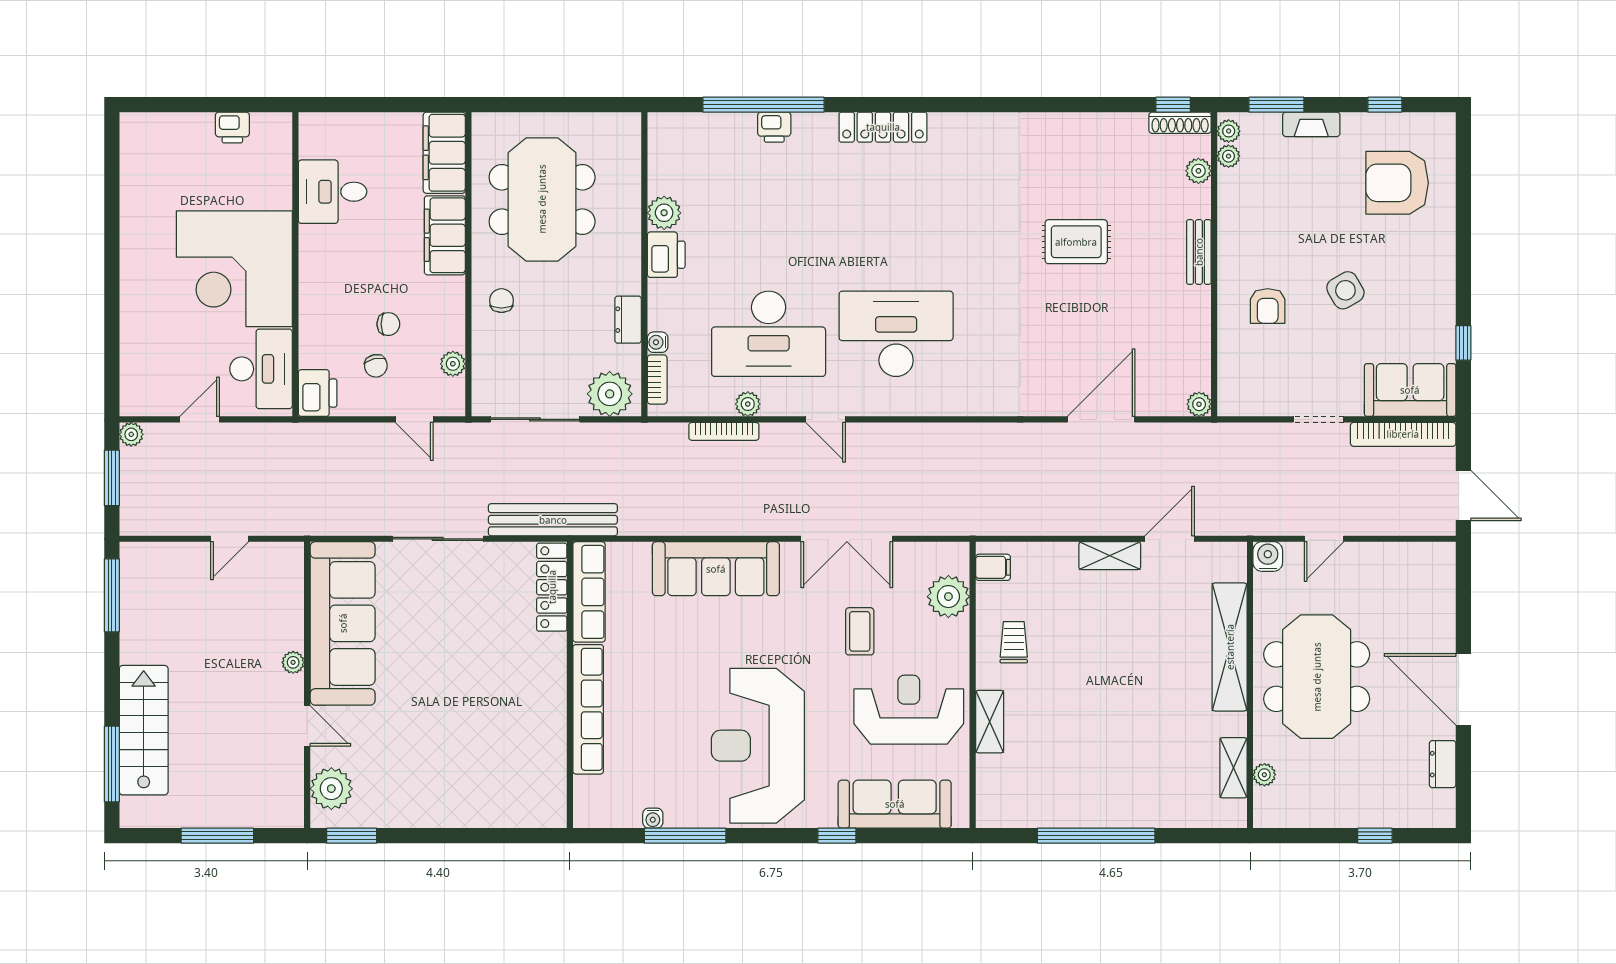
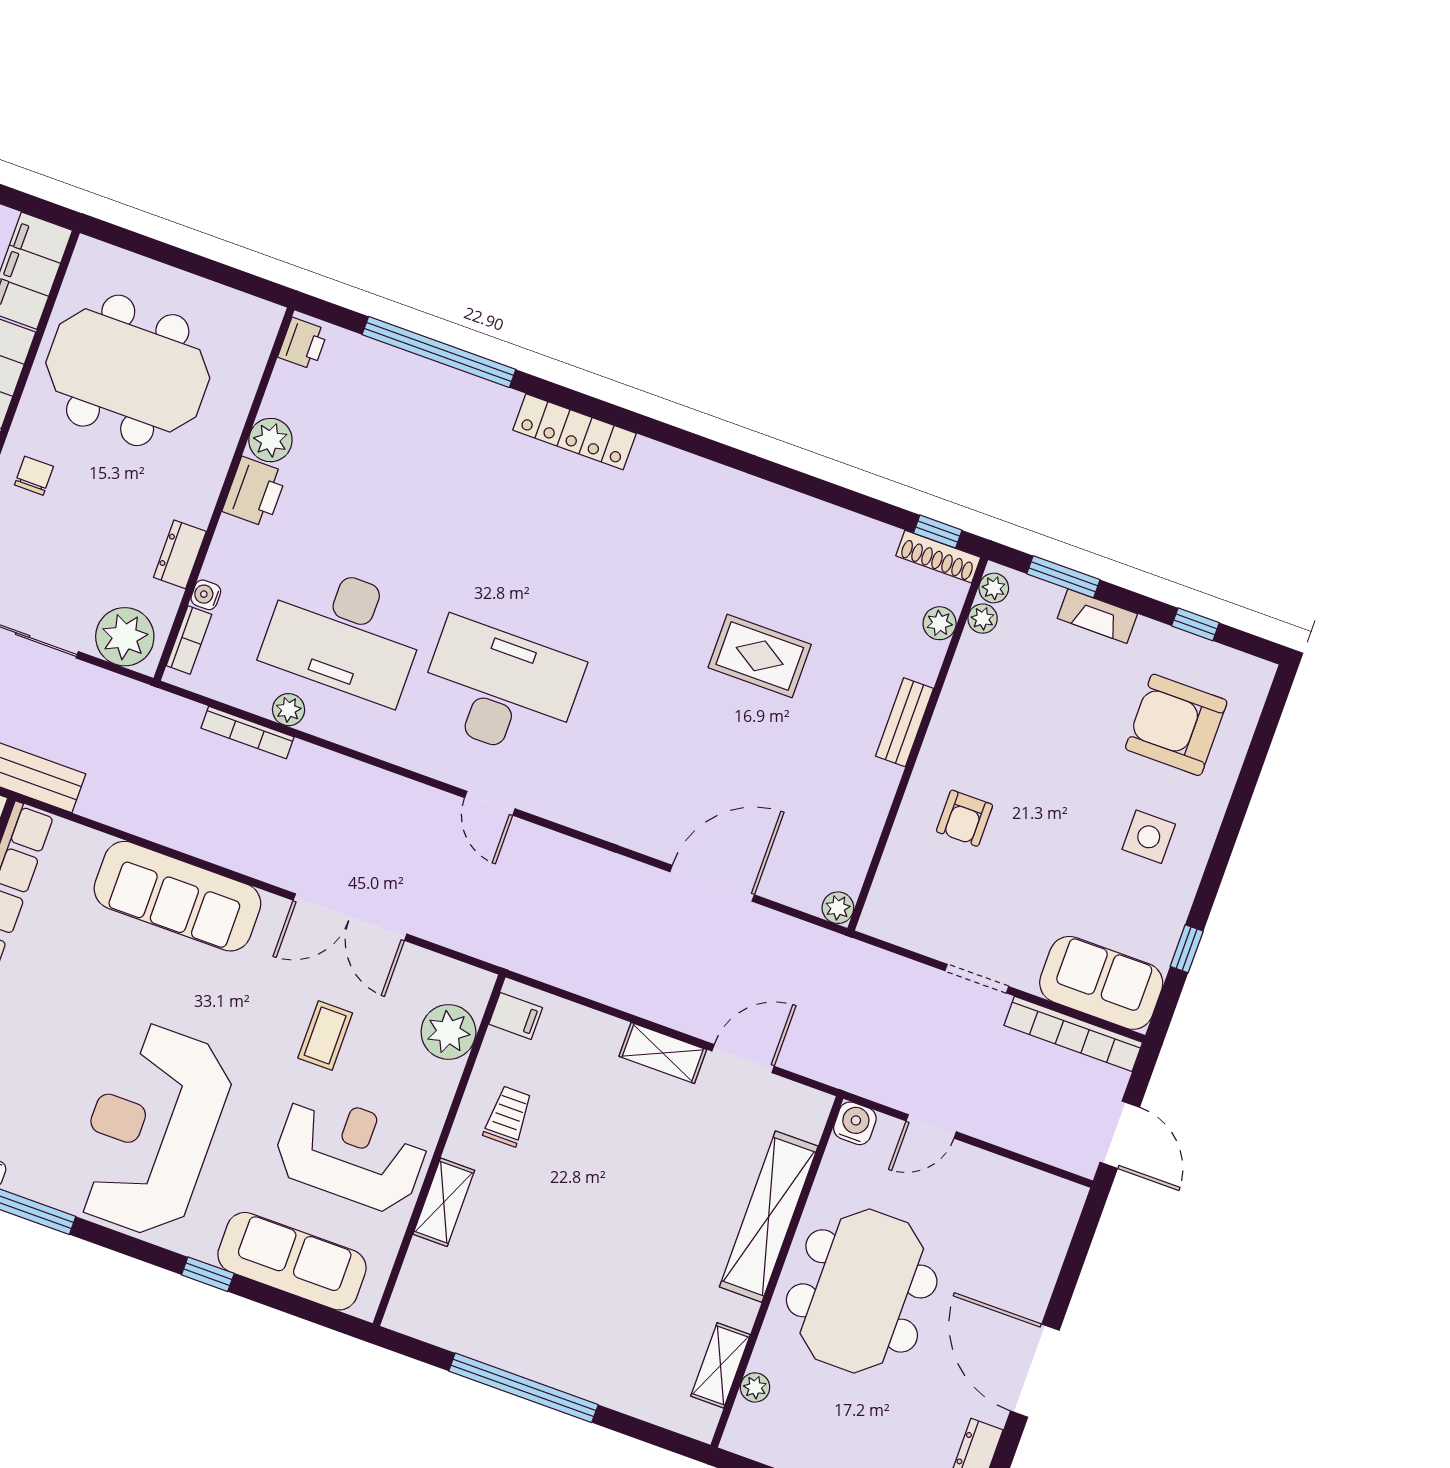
printer: (774, 127) -> (303, 344), moved, turned -90
meeting table: (542, 199) -> (128, 370), turned 90
side table: (1345, 290) -> (1149, 837), moved, turned 30
door: (826, 419) -> (490, 803), moved

